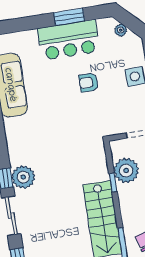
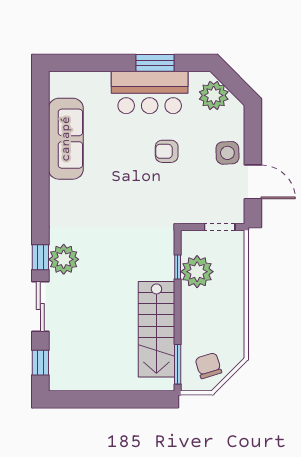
plant: (121, 30) -> (214, 95), width x1.88, depth x1.88
window: (113, 182) -> (178, 267), moved

